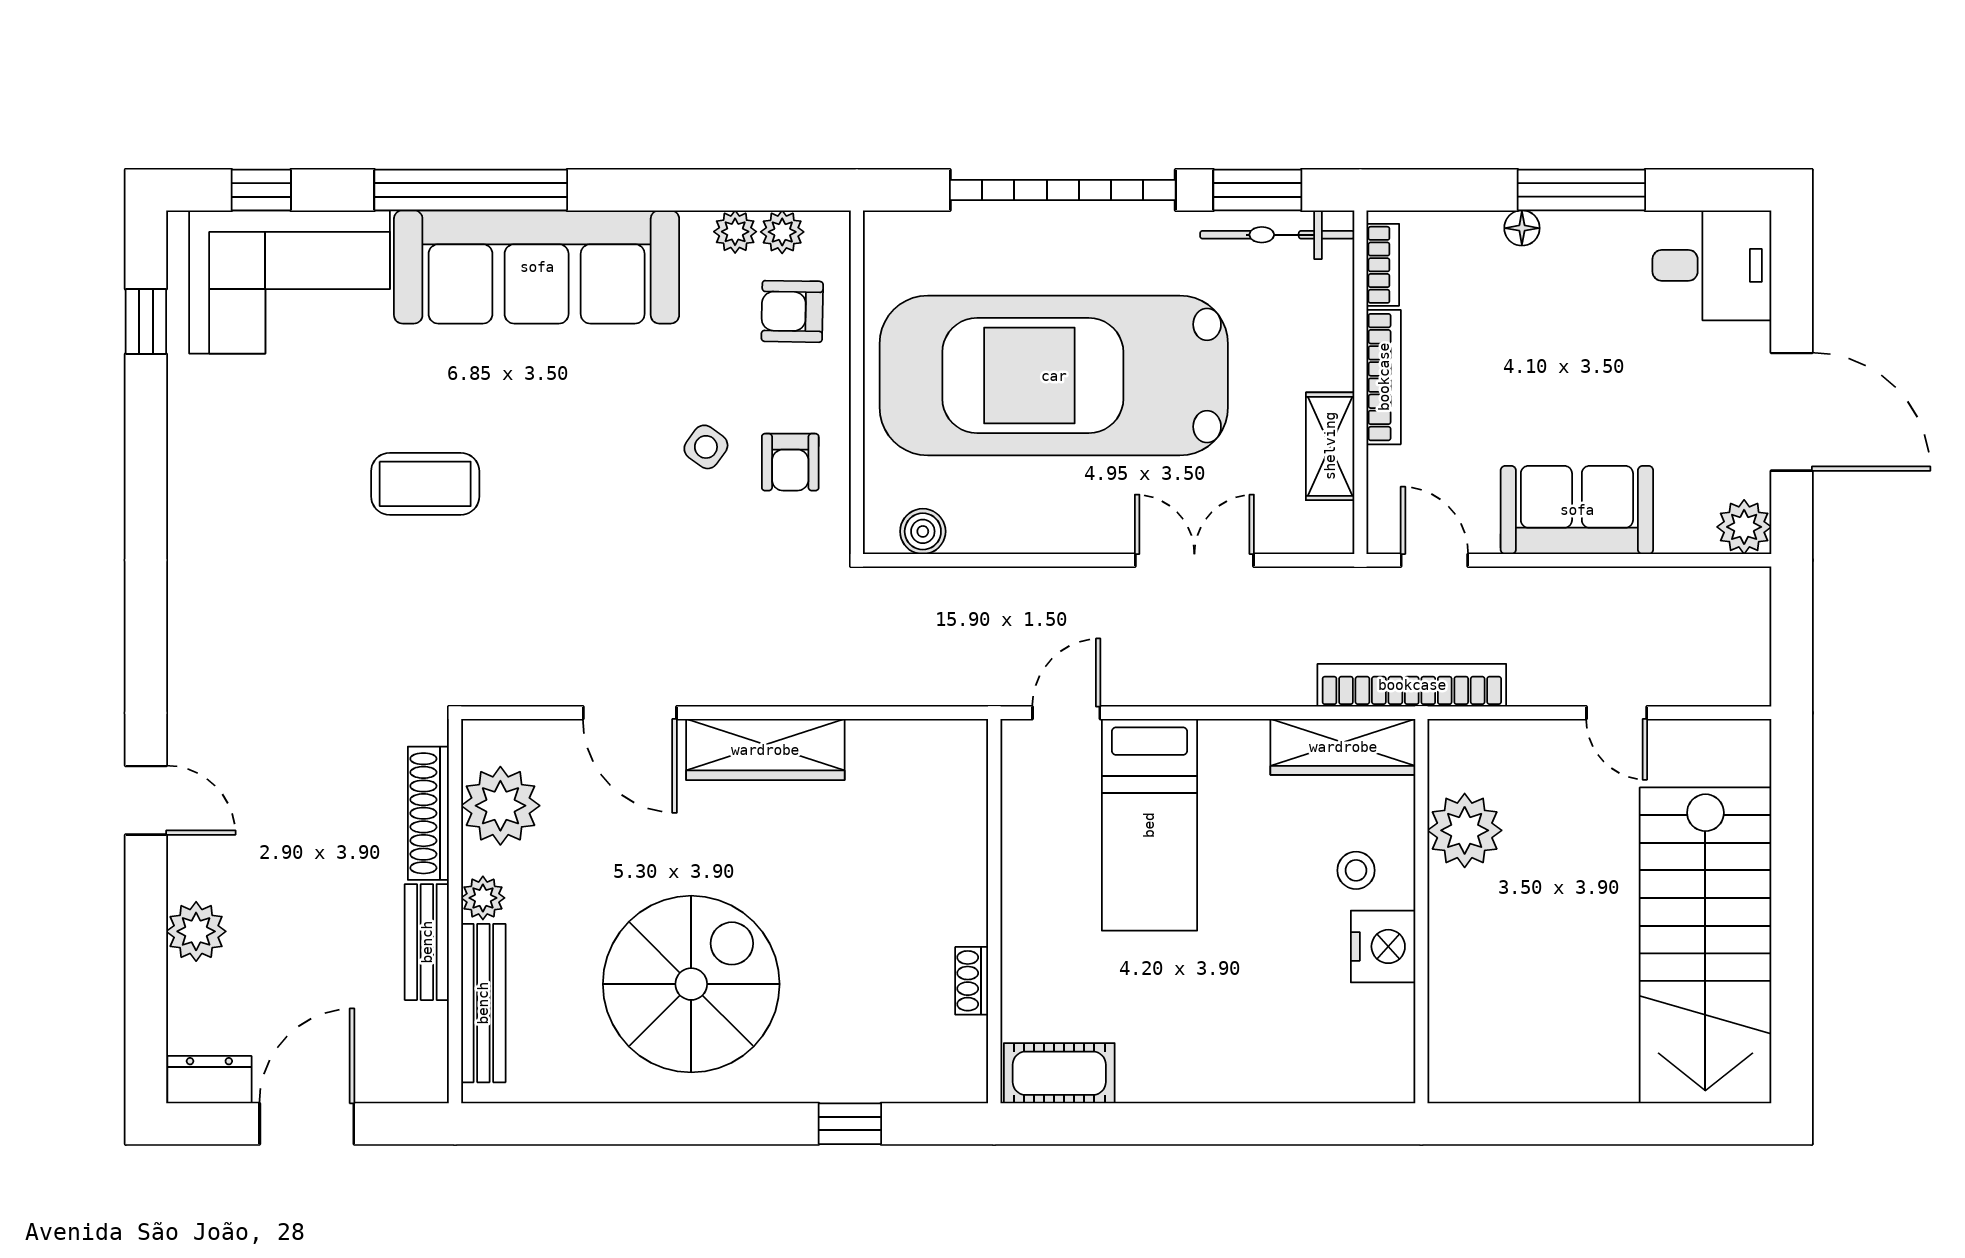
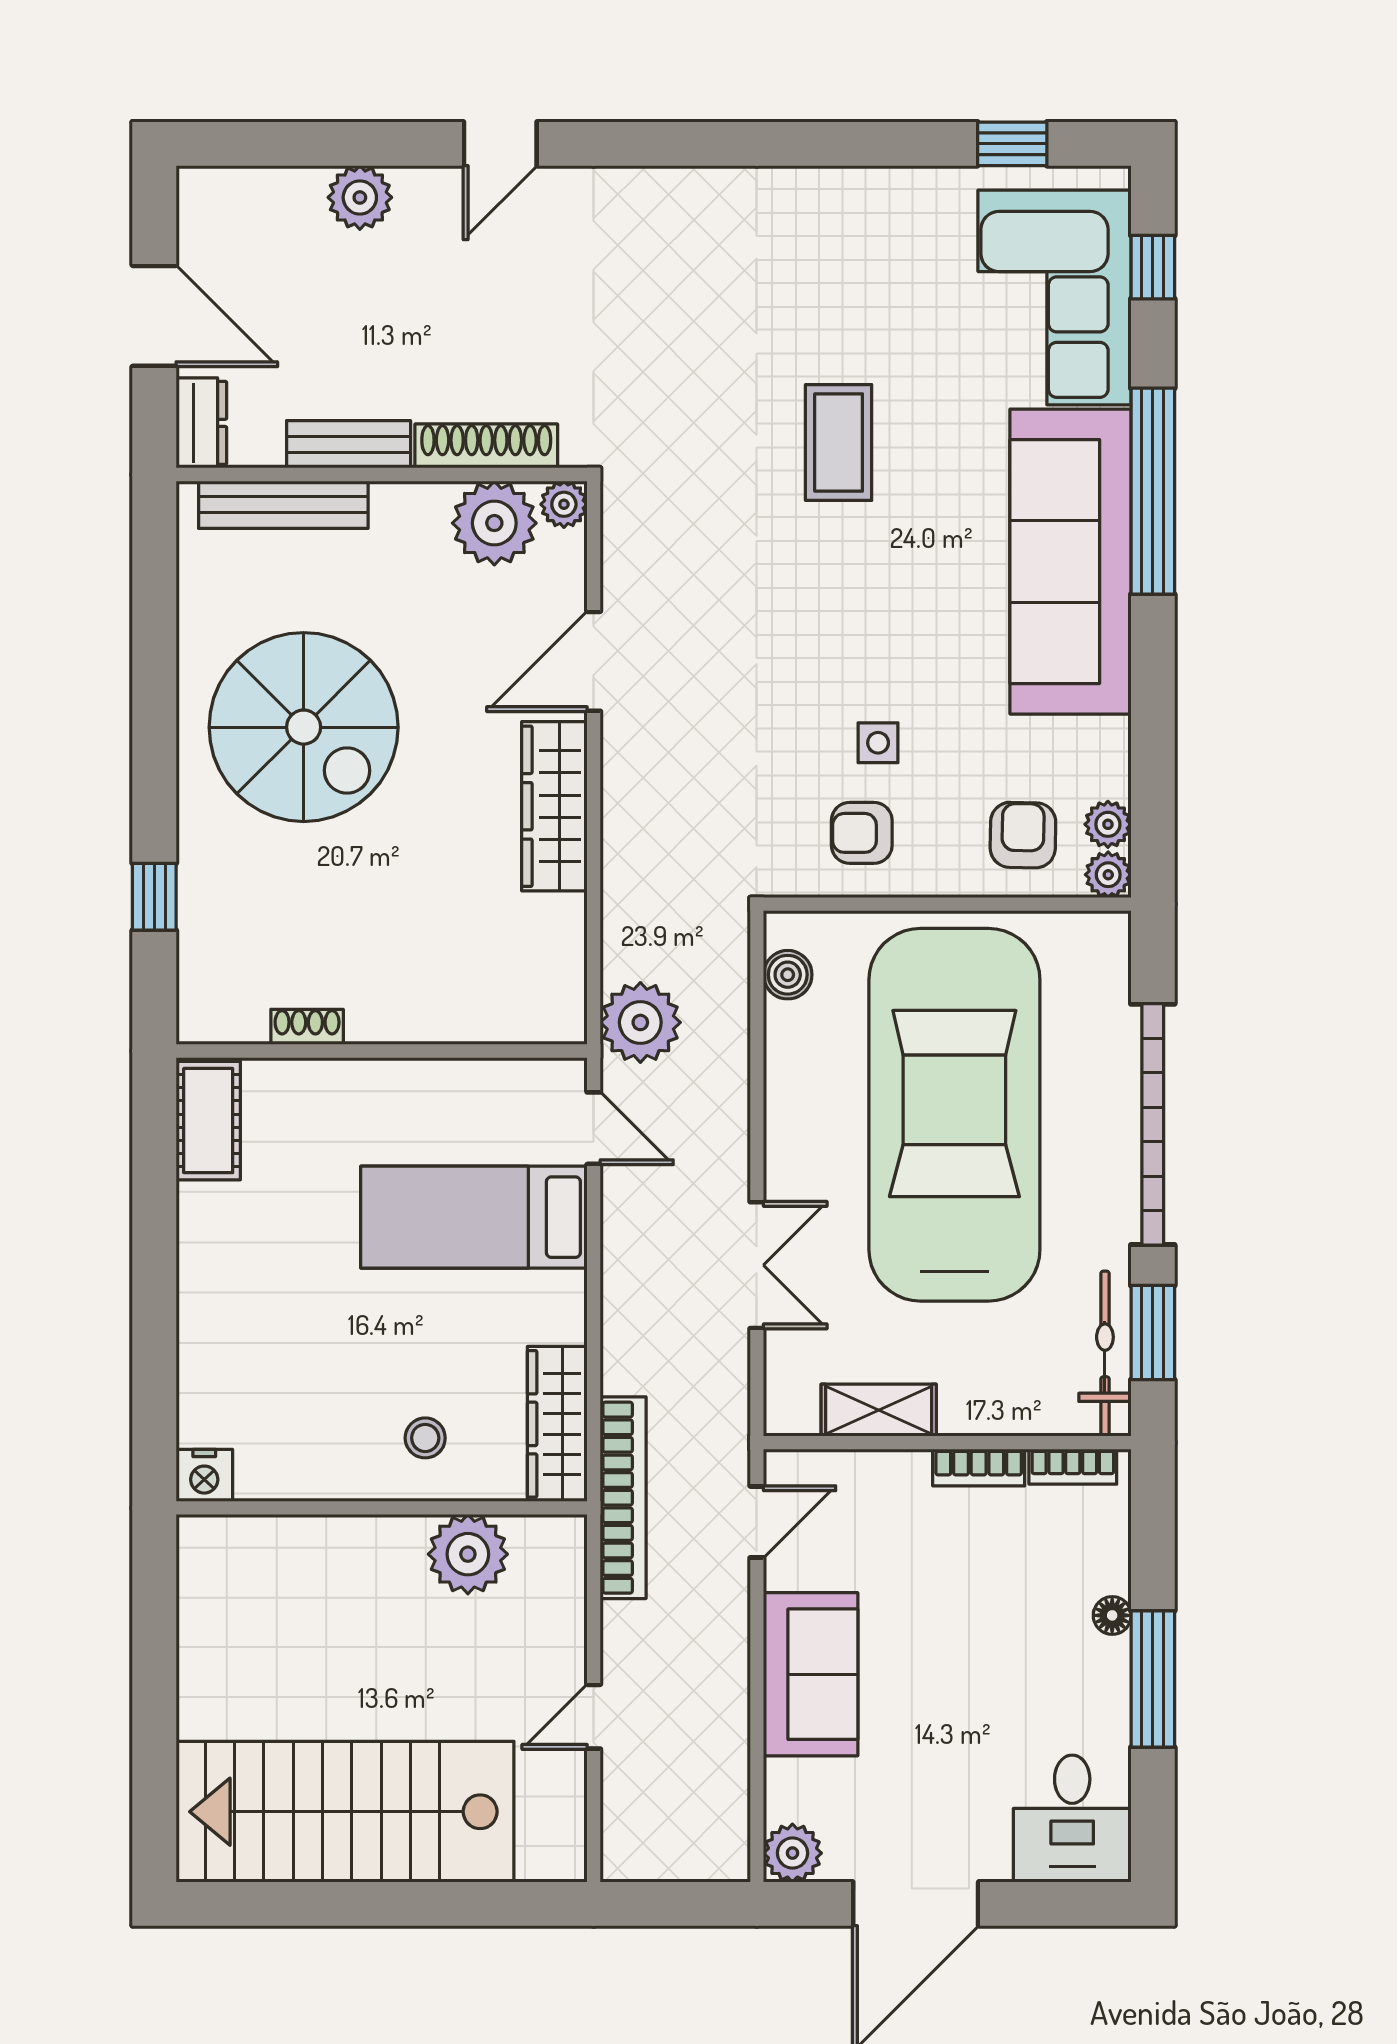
plant: (735, 232) -> (1108, 875), moved
bookcase: (1384, 377) -> (979, 1468), width x0.64
side table: (706, 447) -> (878, 743), turned -36
plant: (967, 669) -> (640, 1022), added
plant: (483, 898) -> (564, 504), moved
nightstand: (1383, 946) -> (204, 1475), moved, width x0.74, depth x0.75
dresser: (209, 1080) -> (201, 423), moved

